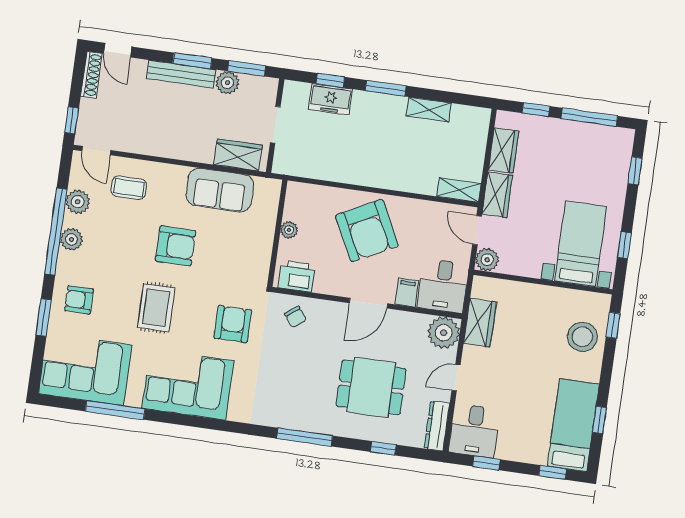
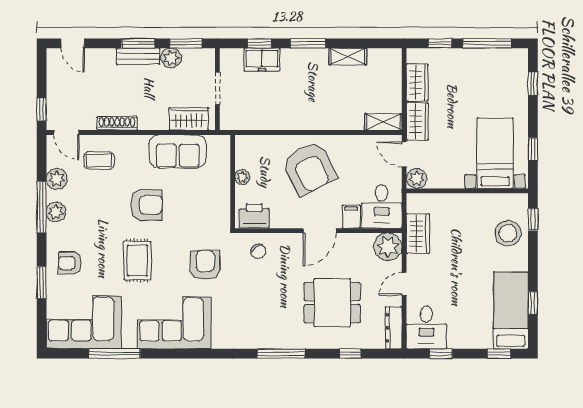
bench: (181, 74) -> (138, 56), width x0.73
shoe rack: (91, 75) -> (117, 124), moved, turned -90
window: (56, 232) -> (42, 207), width x0.68

